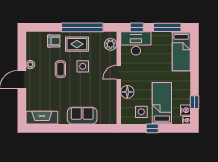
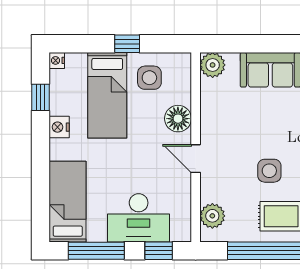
desk: (136, 43) -> (139, 218), moved
door: (119, 72) -> (196, 159), swing flipped
nightstand: (185, 110) -> (59, 127), moved
plant: (110, 118) -> (213, 65), added

